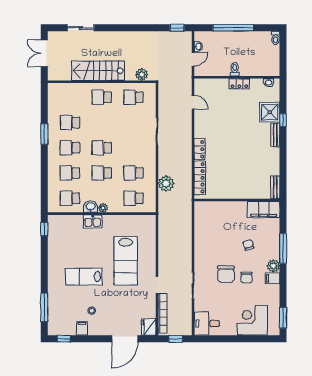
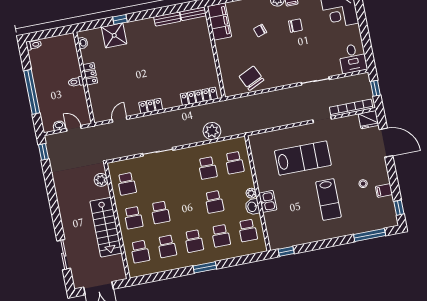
school desk: (70, 97) -> (140, 252), added
window: (44, 134) -> (205, 267), moved
bench: (275, 135) -> (167, 19), moved
school desk: (102, 148) -> (160, 212), moved
locker: (200, 149) -> (151, 106), moved
chair: (226, 274) -> (251, 78), moved, turned -115

